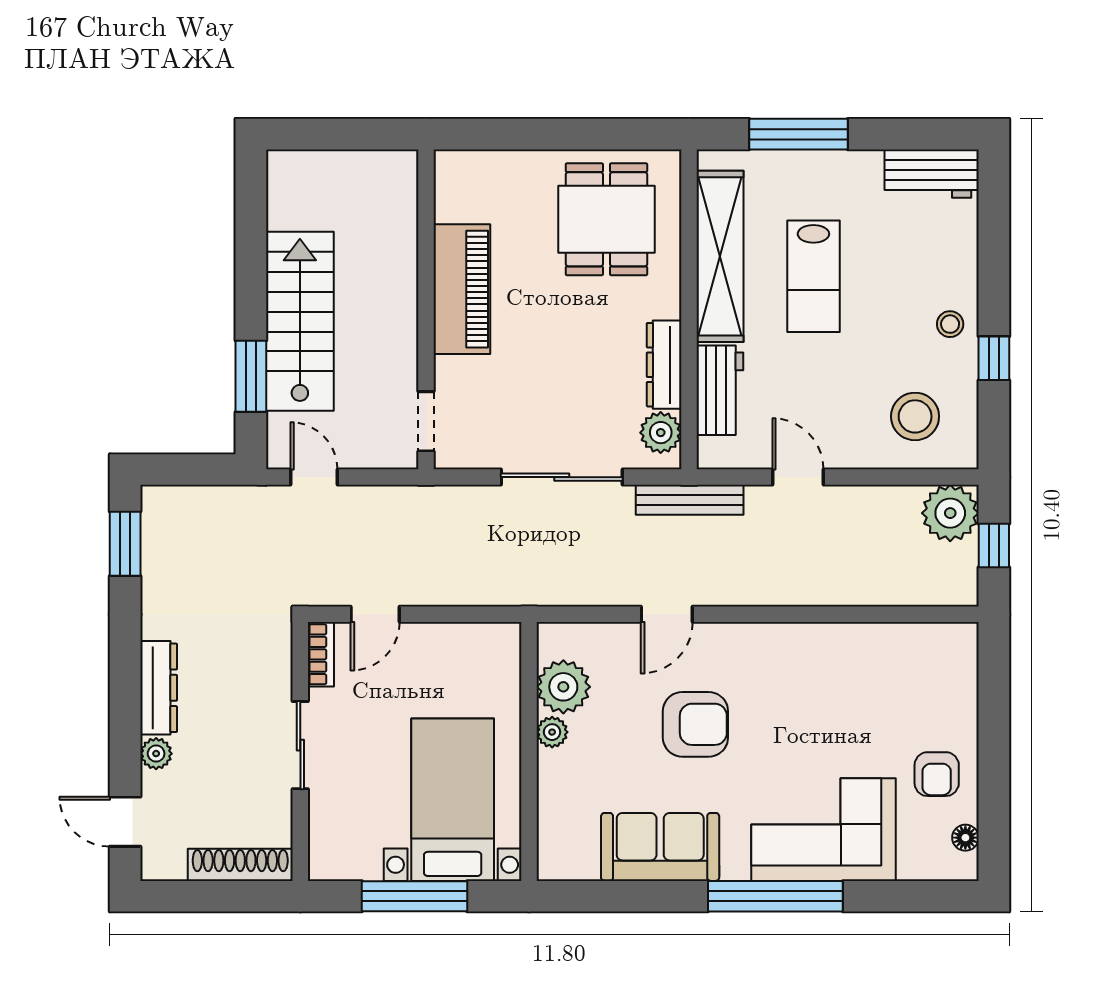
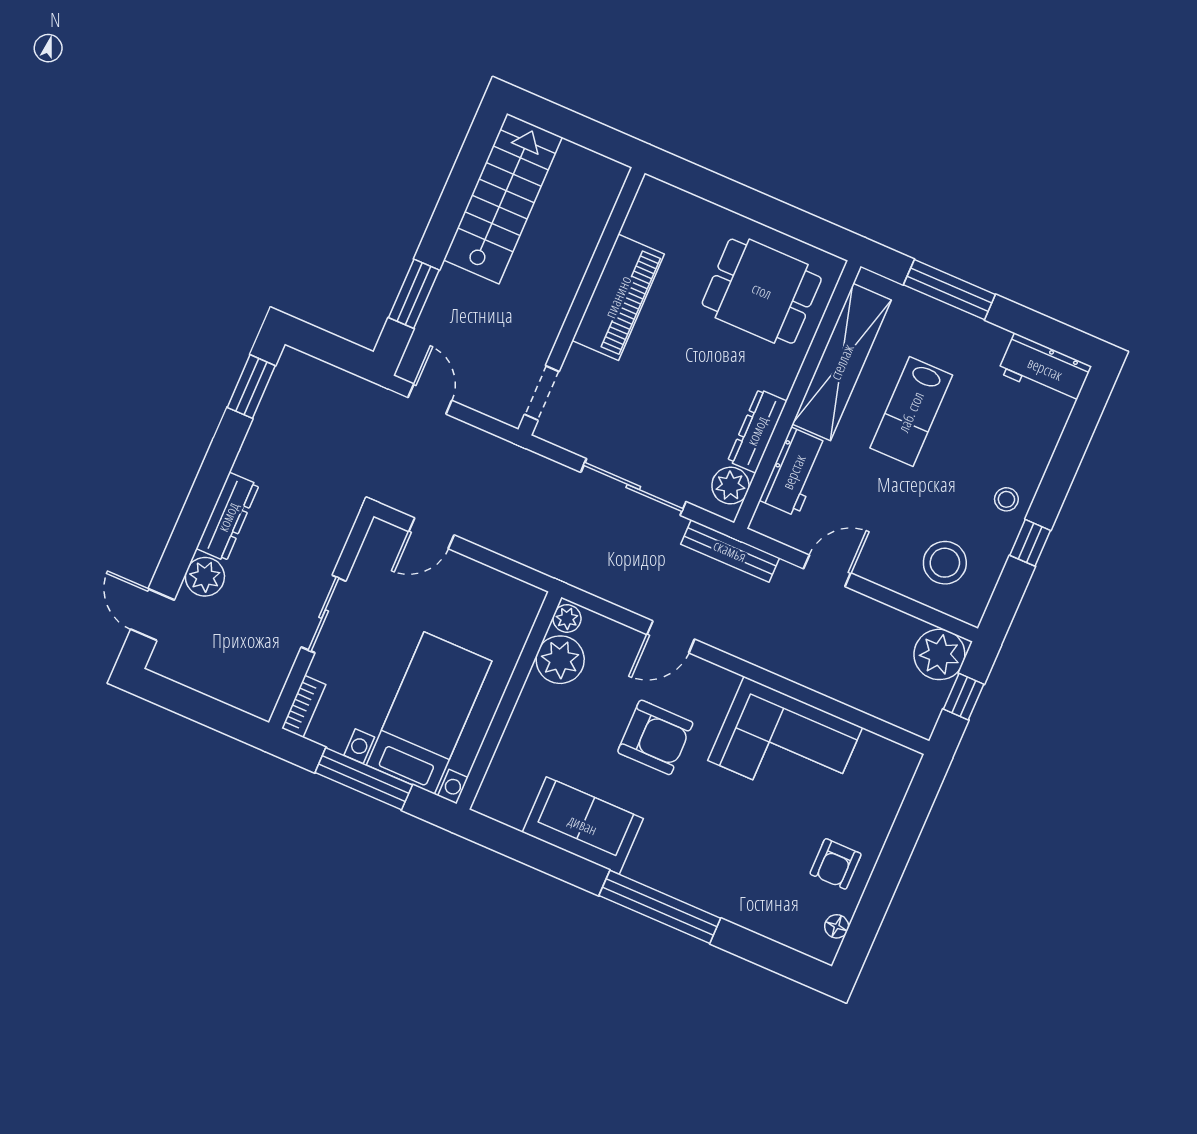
dining table: (607, 219) -> (762, 291), turned 90
stairs: (300, 321) -> (503, 199), moved
door: (798, 477) -> (827, 571), hinge flipped
bookcase: (321, 654) -> (304, 706), moved
plant: (552, 732) -> (567, 618), moved
plant: (156, 754) -> (205, 577), width x1.38, depth x1.38
corner sofa: (823, 830) -> (785, 744), moved, turned 180
shoe rack: (240, 865) -> (232, 691), removed

